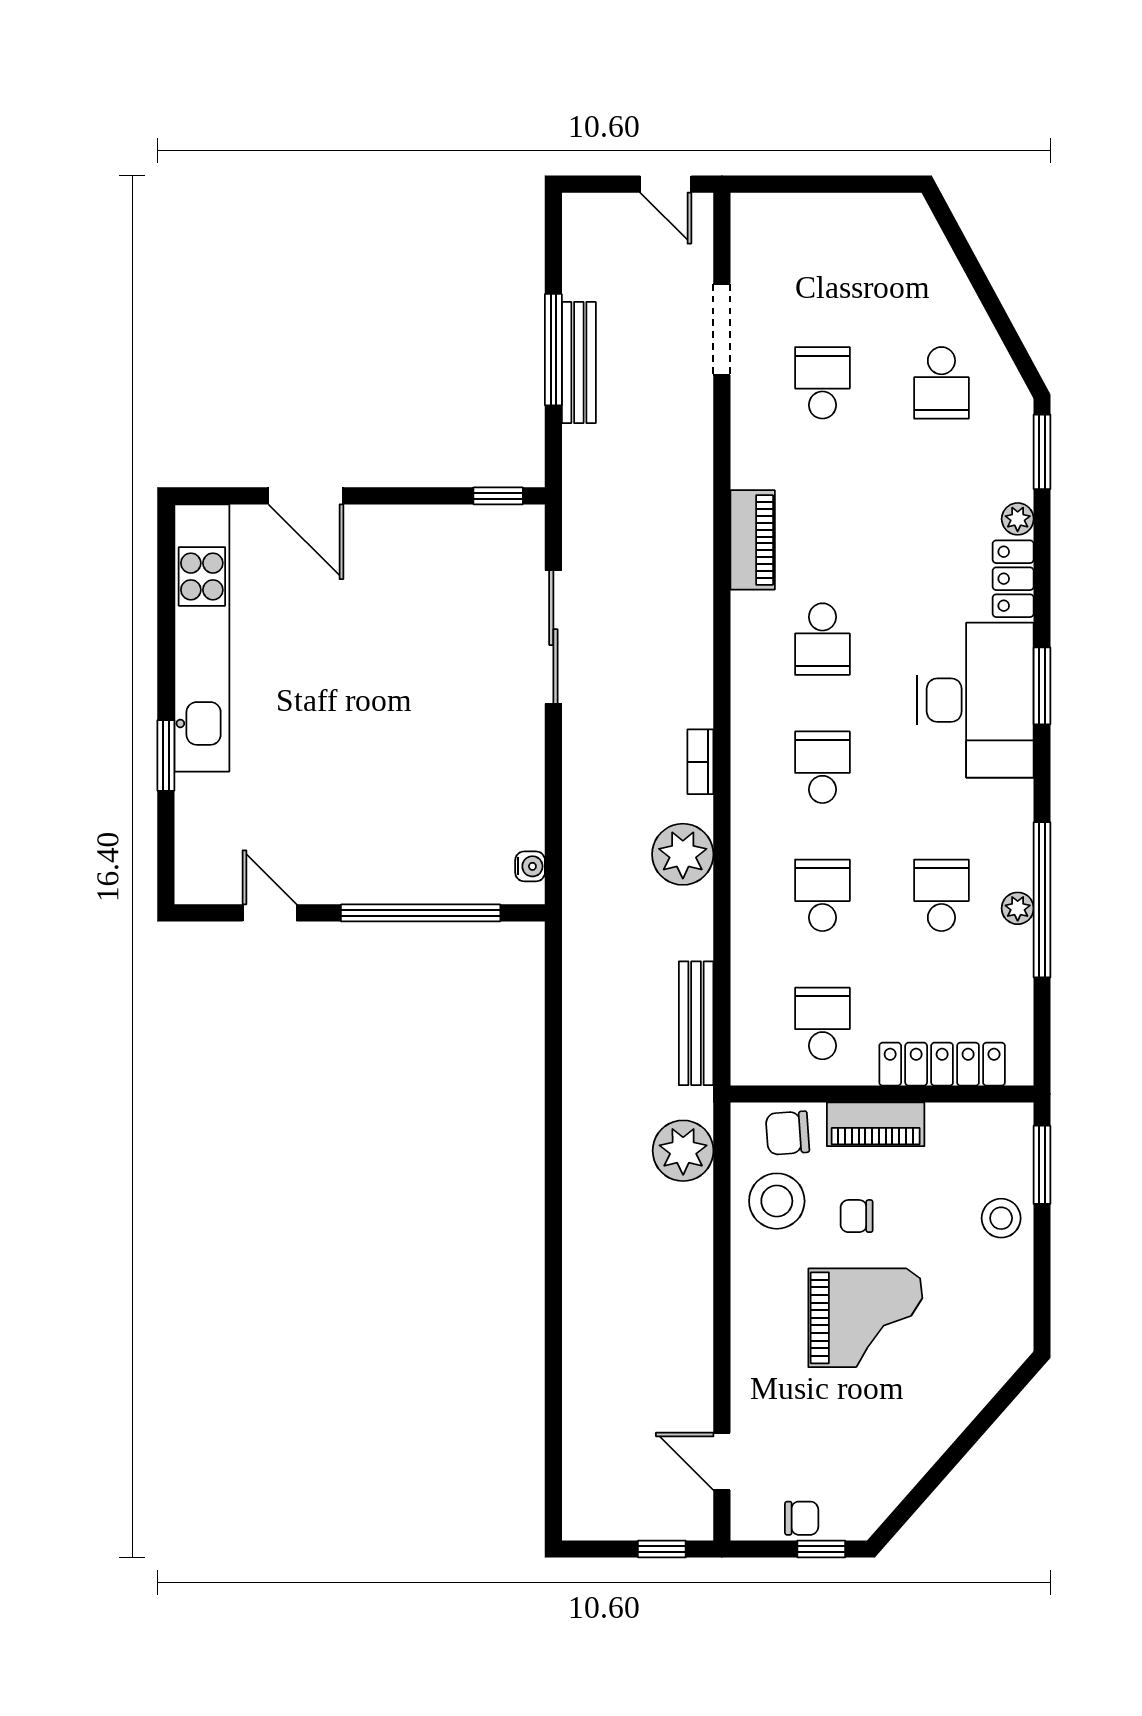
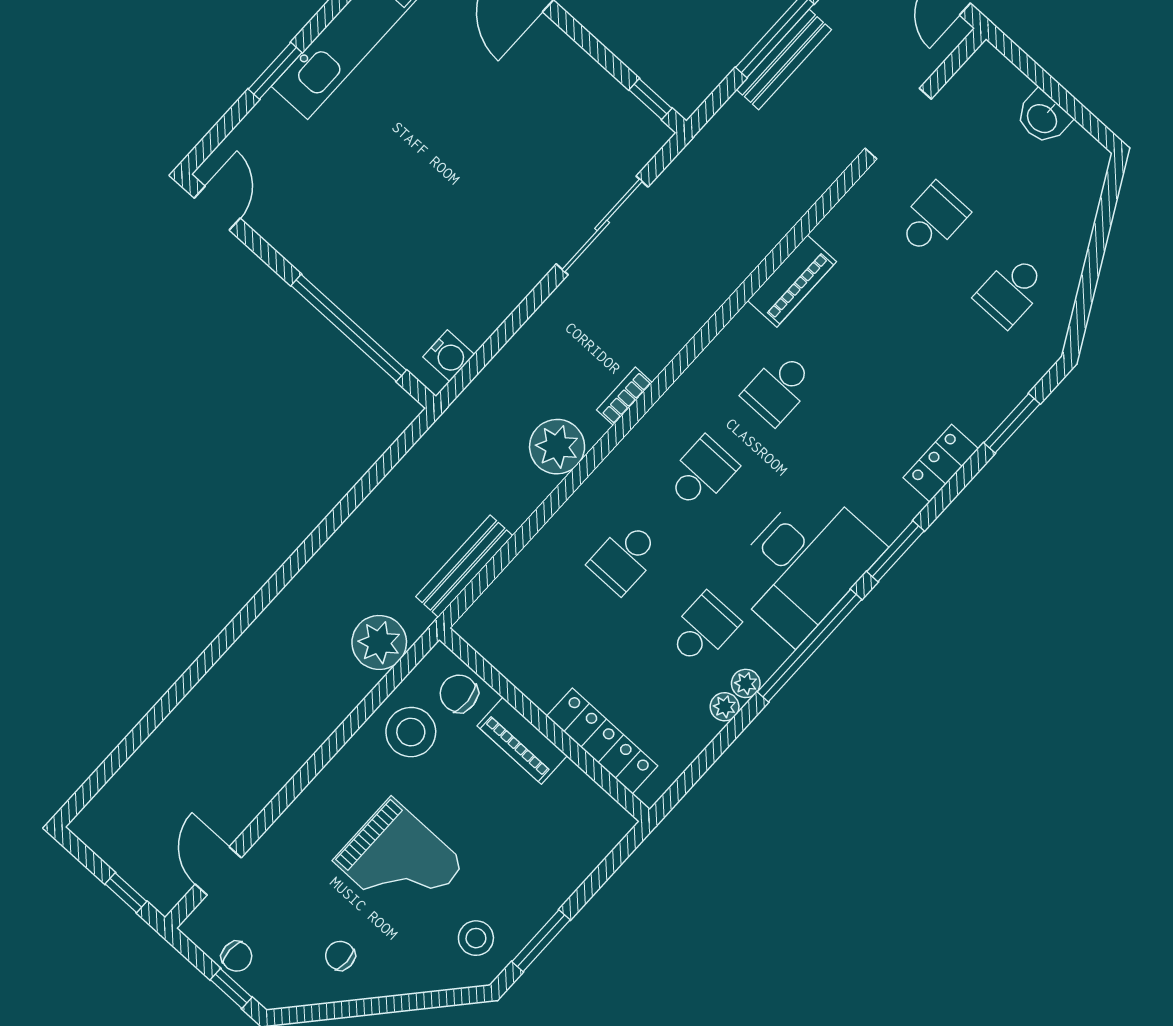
washbasin: (837, 216) -> (1043, 118), added
window: (1042, 452) -> (1012, 423), moved
plant: (1018, 519) -> (725, 707), moved
desk: (976, 700) -> (804, 564), moved
water cooler: (530, 866) -> (449, 356), width x1.38, depth x1.38
school desk: (822, 895) -> (625, 558), turned 180
window: (1042, 900) -> (810, 646), moved
door: (270, 913) -> (217, 208), moved
school desk: (822, 1023) -> (548, 642), removed
window: (1042, 1165) -> (541, 941), moved
chair: (857, 1216) -> (340, 956), moved
stool: (1001, 1218) -> (476, 938), moved

